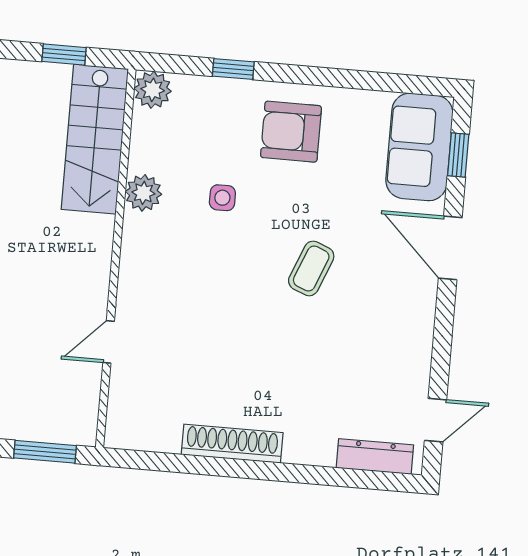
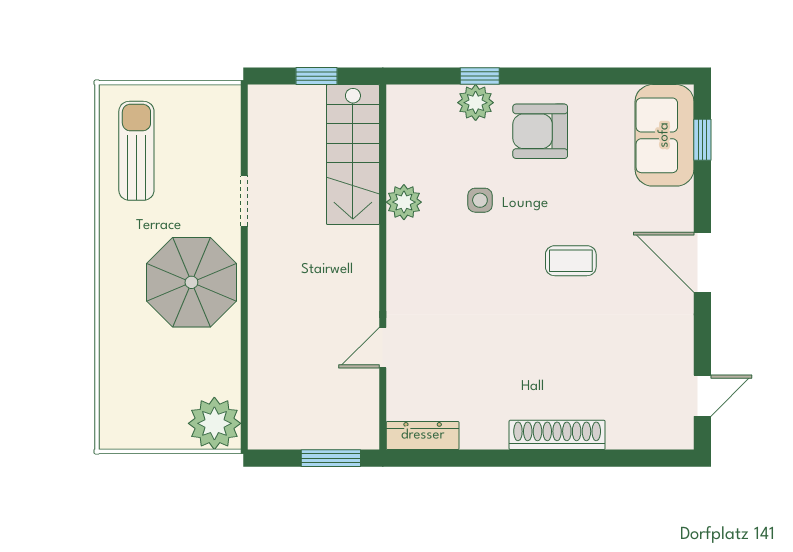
plant: (153, 90) -> (476, 103), moved
door: (450, 248) -> (702, 262), moved
coffee table: (311, 268) -> (571, 261), turned 68
shoe rack: (232, 444) -> (557, 435), moved
dresser: (375, 456) -> (423, 435), moved

